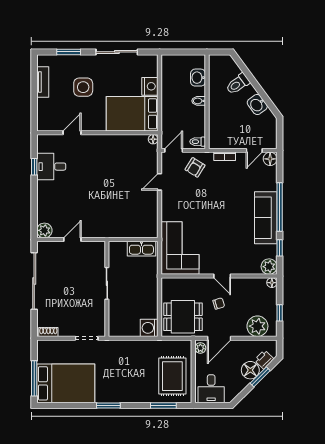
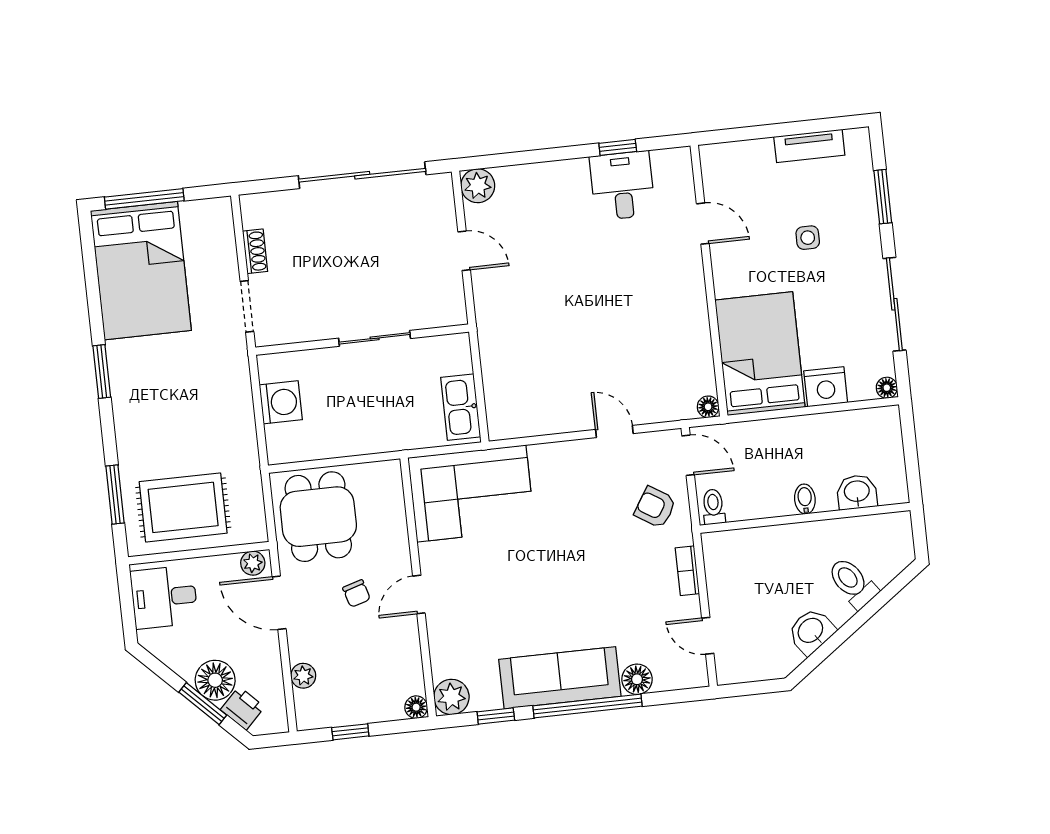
floor lamp: (153, 59) -> (887, 388), added
side table: (83, 87) -> (808, 238), width x0.54, depth x0.54
floor lamp: (270, 159) -> (637, 679), moved
plant: (257, 326) -> (303, 676), width x0.53, depth x0.53
washing machine: (149, 328) -> (281, 402), moved, turned 90
shoe rack: (48, 332) -> (255, 251), moved

